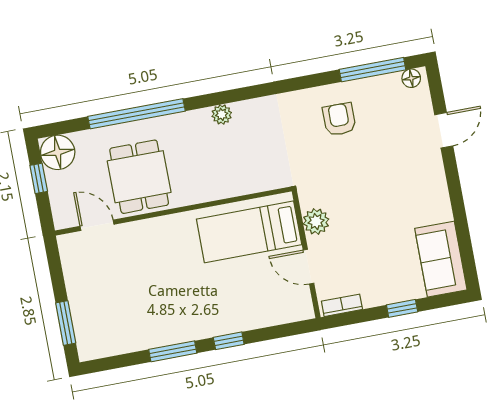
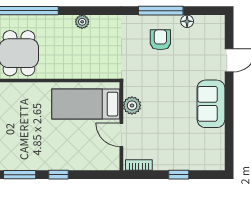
window: (372, 70) -> (161, 11), moved
floor lamp: (411, 78) -> (187, 21), moved
sofa: (441, 259) -> (211, 104), moved

